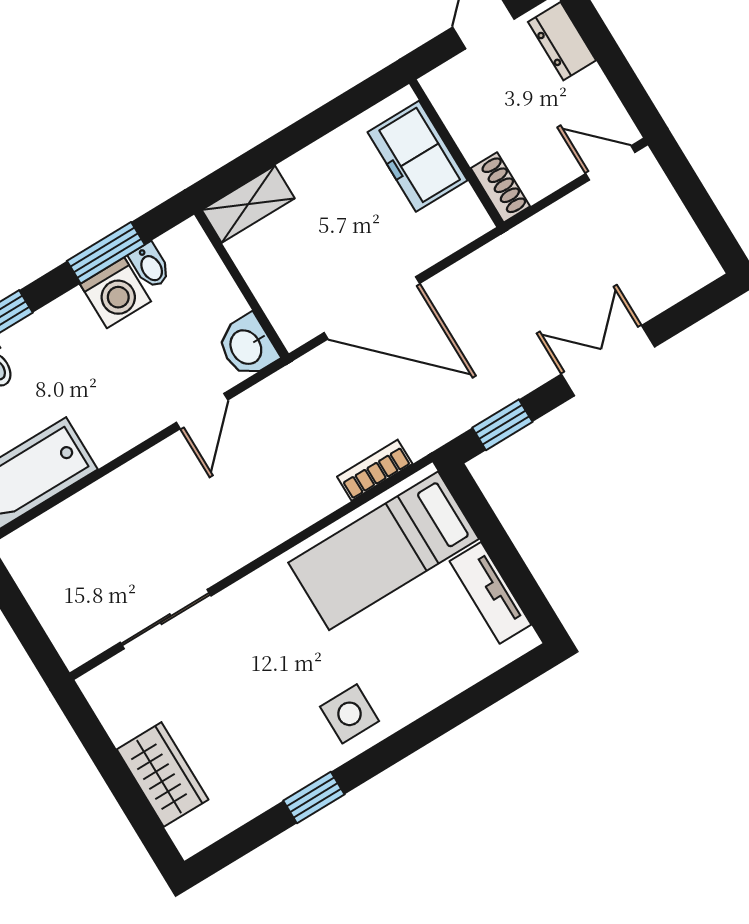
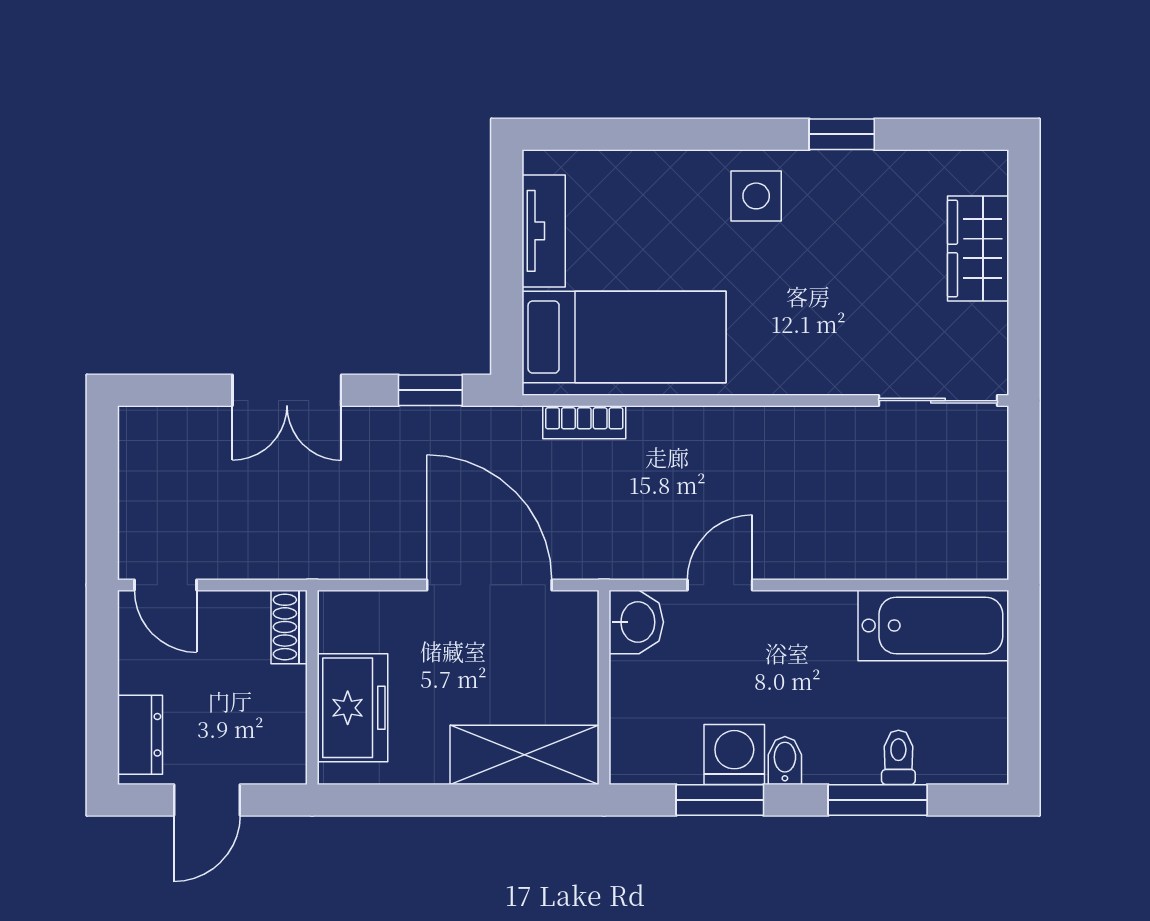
shelving: (248, 204) -> (524, 755), width x1.50, depth x1.33
bidet: (150, 266) -> (785, 760), moved
sliding door: (166, 619) -> (938, 401), moved

